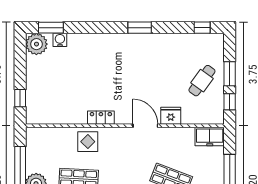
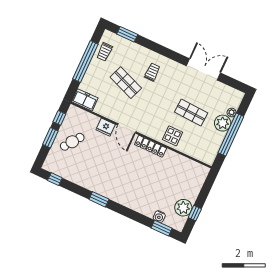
plant: (36, 44) -> (183, 208), moved
window: (20, 98) -> (195, 213), moved
locker: (101, 118) -> (151, 146), width x1.53

